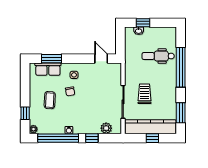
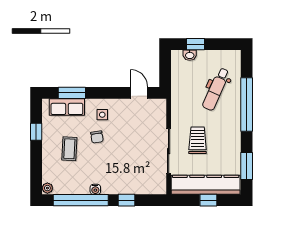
dental chair: (158, 56) -> (216, 89), turned -66
window: (25, 113) -> (36, 132), moved
plant: (106, 128) -> (146, 187), removed

